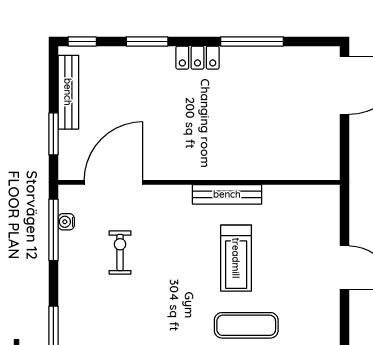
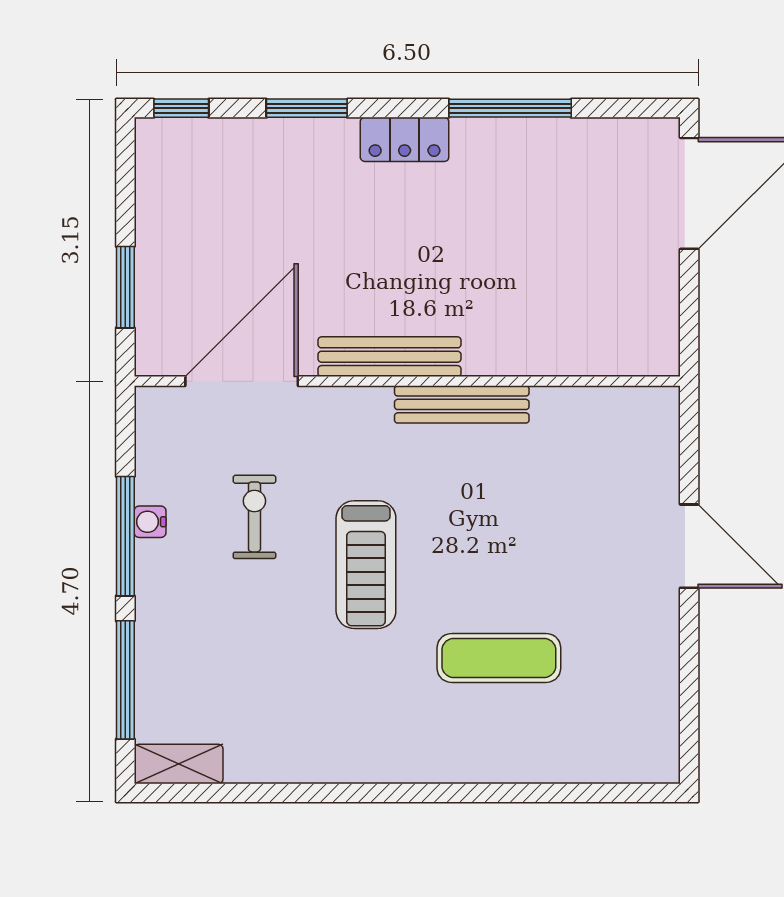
bench: (68, 92) -> (389, 357), moved, turned 90
water cooler: (66, 222) -> (150, 522), moved
window: (53, 230) -> (125, 536), moved
treadmill: (236, 258) -> (366, 565), moved

